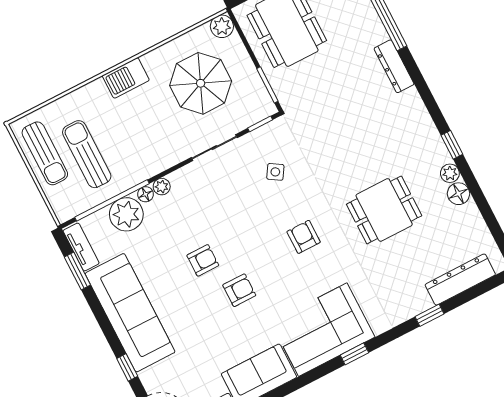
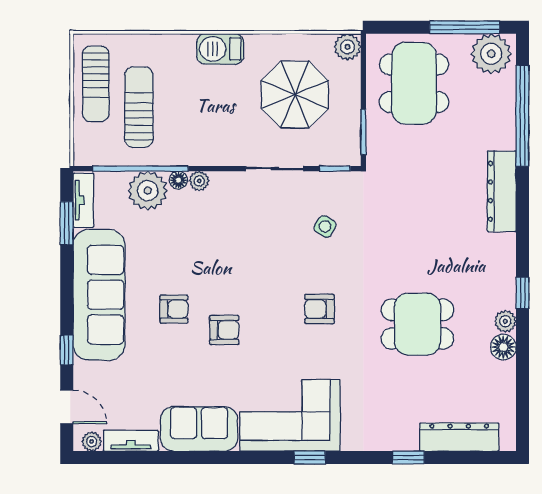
dresser: (394, 66) -> (502, 191), width x1.37, depth x1.24
armchair: (304, 237) -> (319, 309), turned -90
armchair: (203, 260) -> (174, 309), moved

